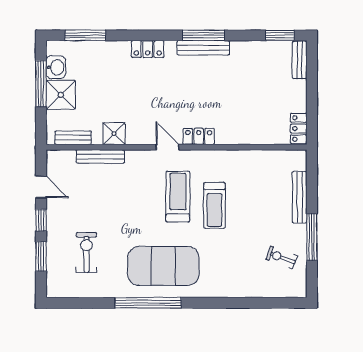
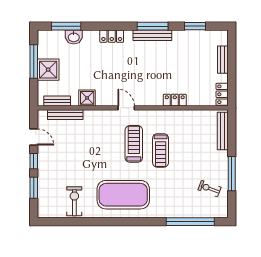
window: (280, 35) -> (195, 26), moved
bench: (300, 60) -> (223, 60), moved
washbasin: (56, 67) -> (74, 37), moved, turned 90
locker: (199, 136) -> (175, 100), moved
bench: (100, 156) -> (65, 115), moved
bench: (300, 197) -> (223, 131), moved
exercise bike: (86, 252) -> (74, 201), moved
window: (148, 303) -> (190, 222), moved

